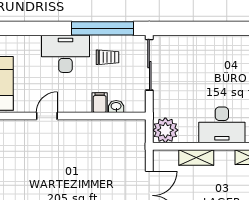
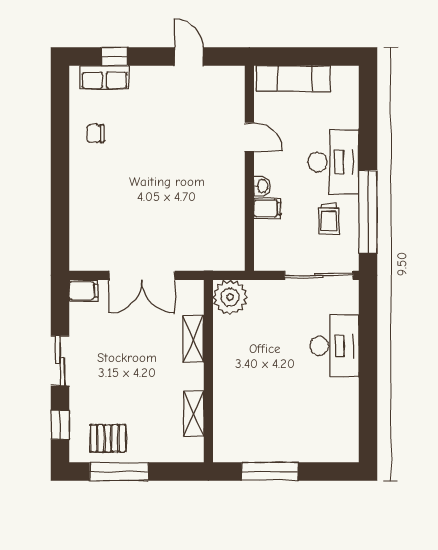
washbasin: (116, 107) -> (262, 186), moved
desk: (222, 125) -> (334, 346), moved, turned 180

